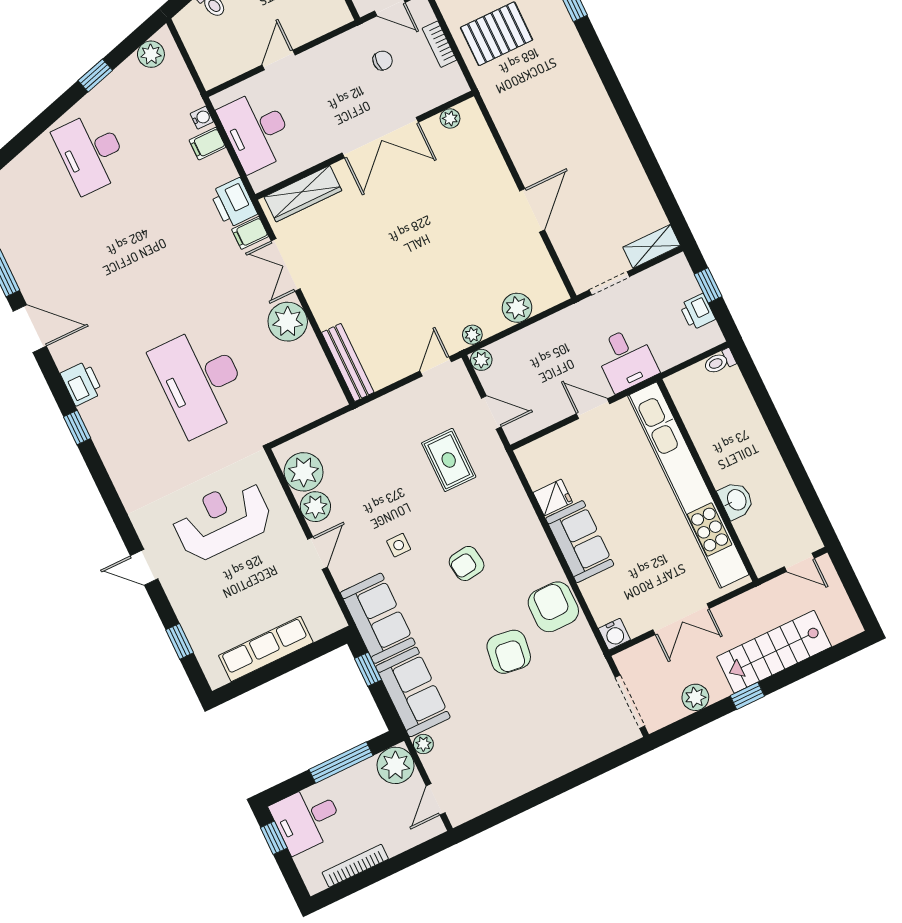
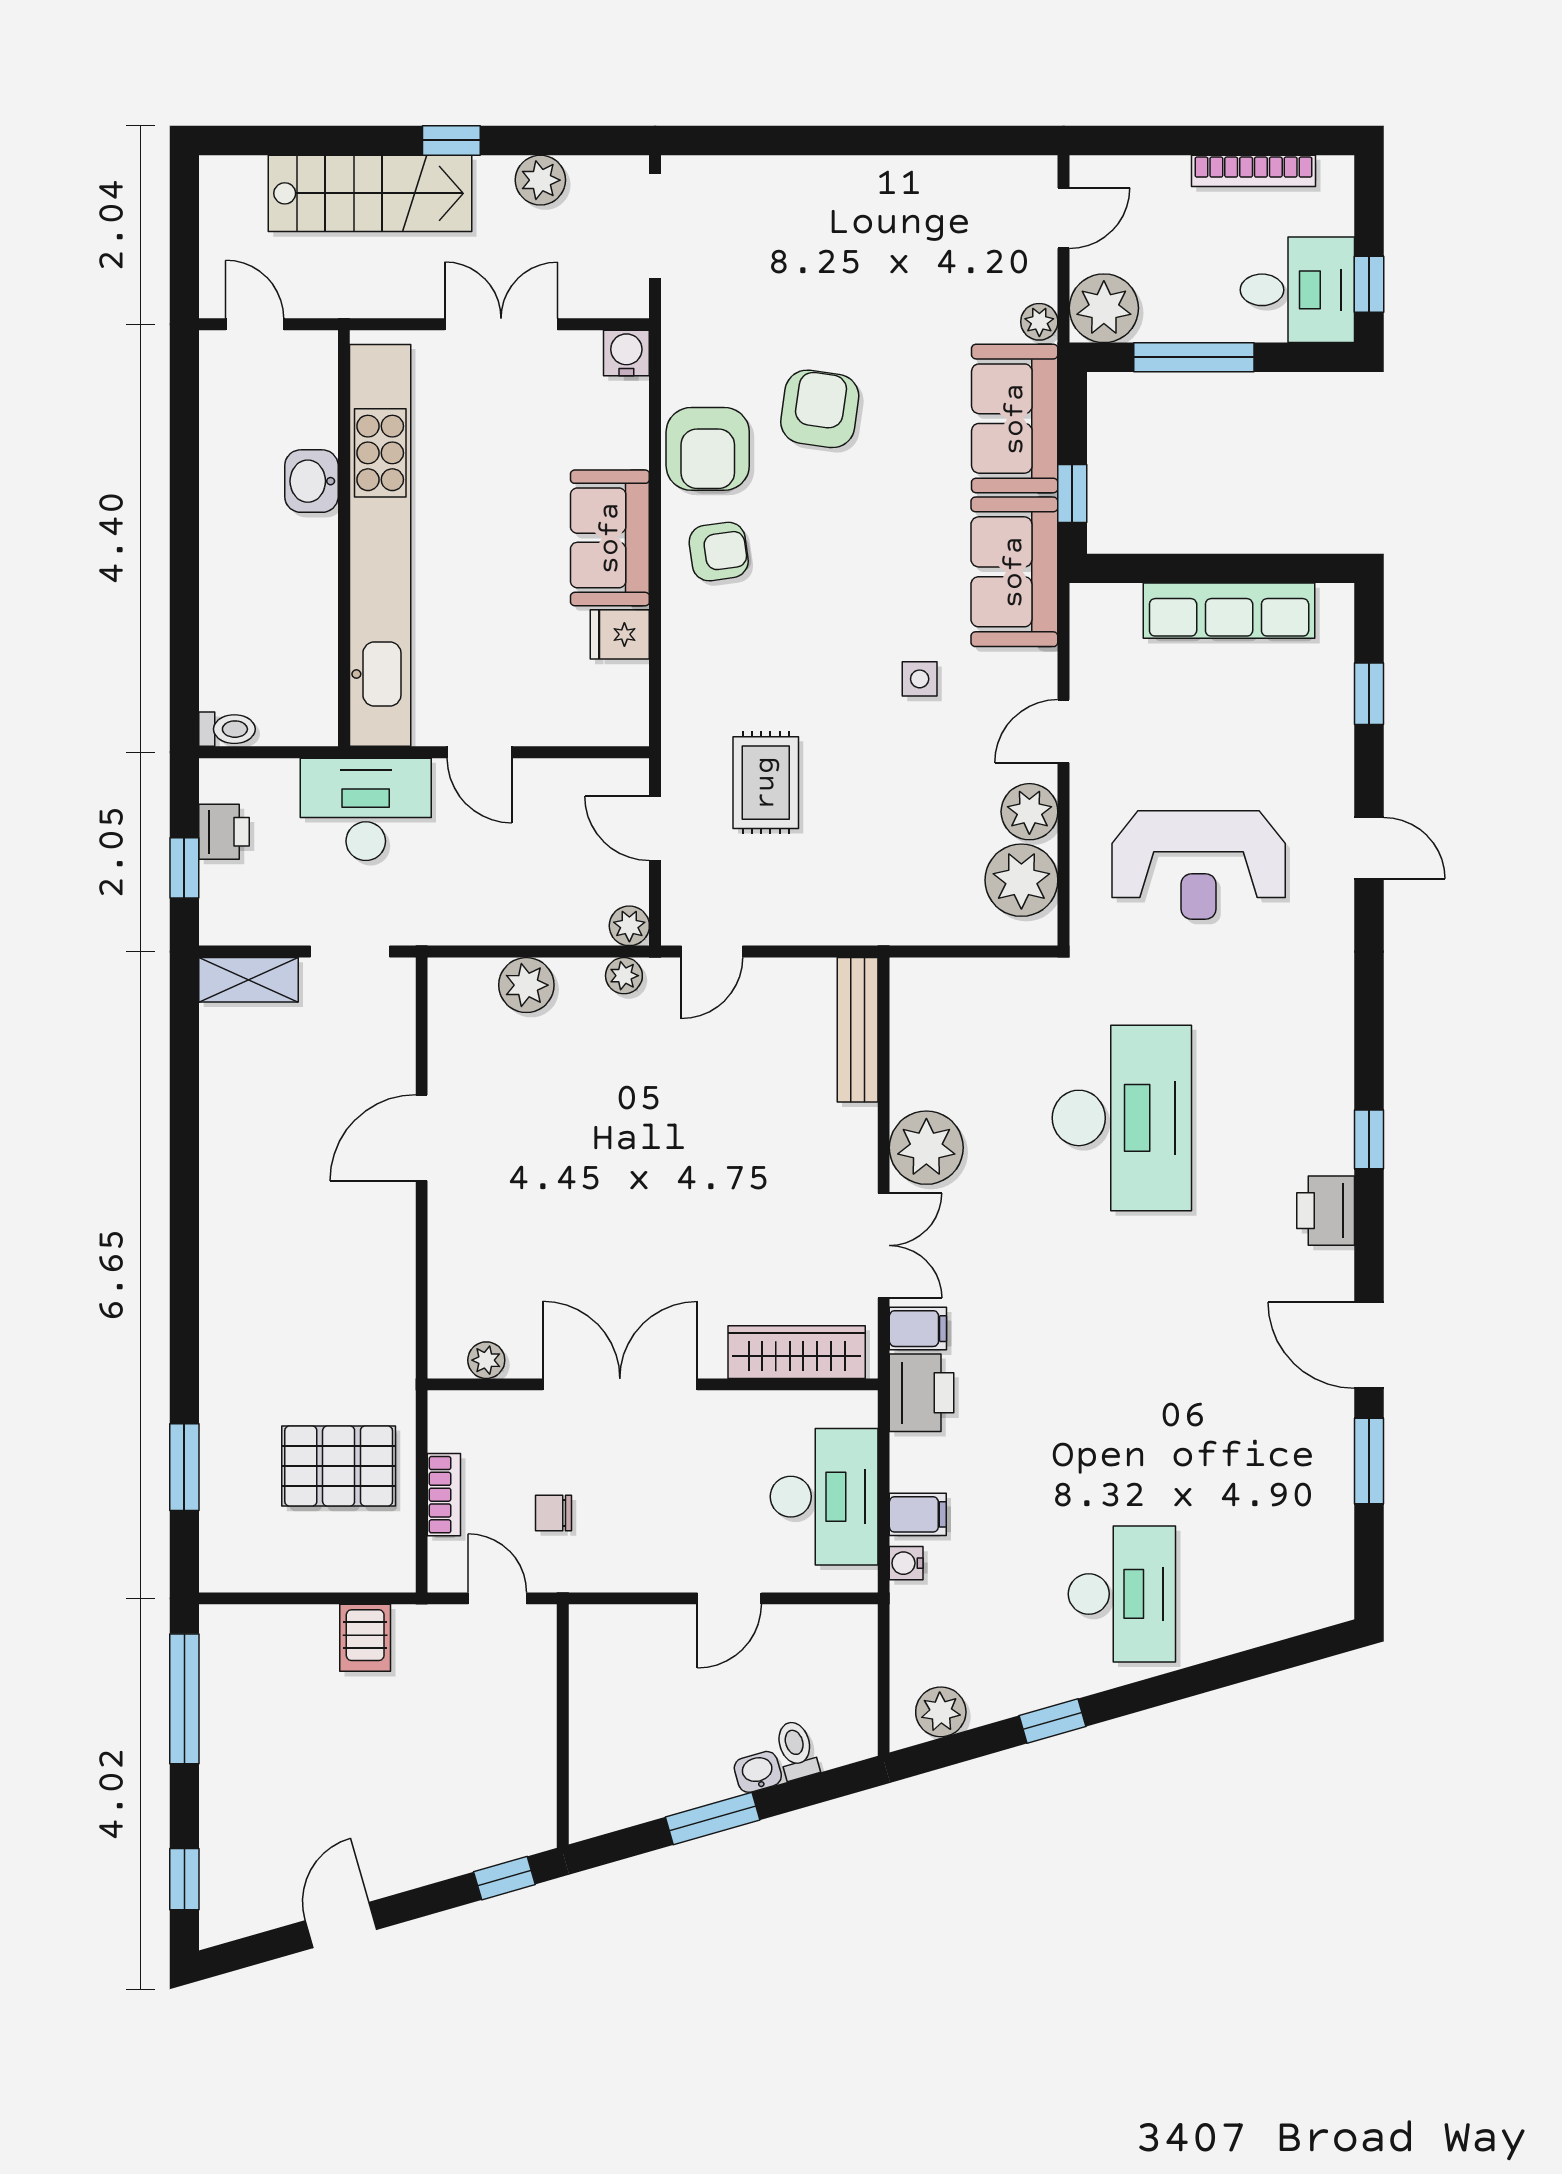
desk: (626, 359) -> (366, 809), width x1.37
armchair: (467, 563) -> (719, 552), moved

